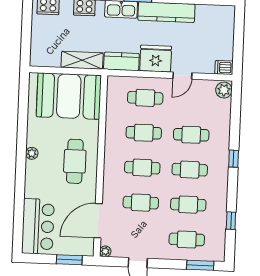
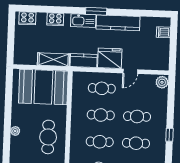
dishwasher: (224, 67) -> (163, 32), moved

